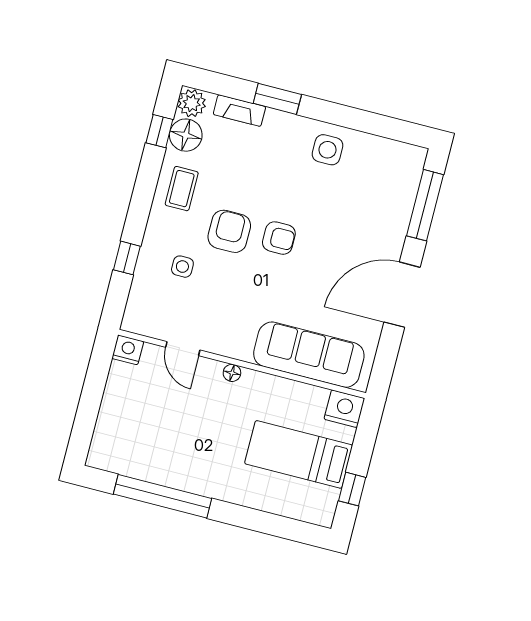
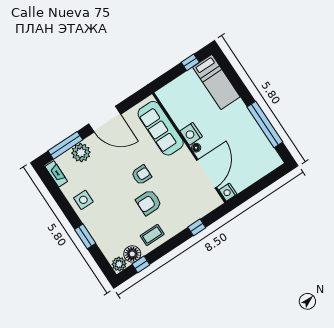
fireplace: (239, 111) -> (56, 174), moved
plant: (393, 215) -> (81, 153), added
armchair: (279, 238) -> (141, 175), moved, turned 90
side table: (182, 267) -> (179, 205), removed
door: (183, 349) -> (207, 174), width x1.88
nightstand: (344, 409) -> (191, 134), moved
bed: (299, 454) -> (216, 82), moved

